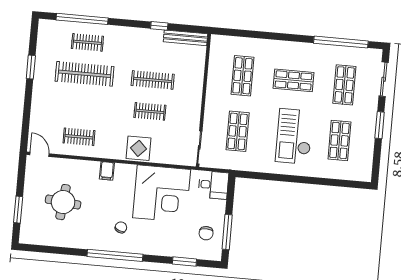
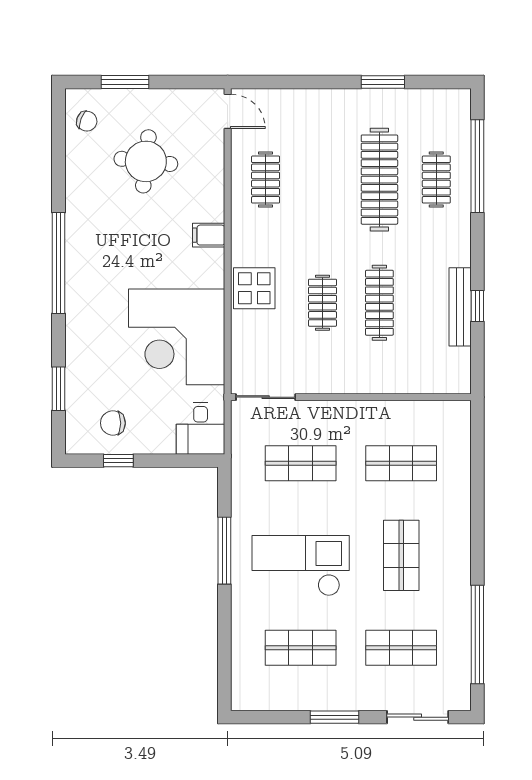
bench: (185, 38) -> (460, 307), moved
door: (39, 154) -> (228, 111), hinge flipped
window: (282, 178) -> (224, 551), added
chair: (121, 227) -> (87, 121), moved
window: (227, 232) -> (118, 461), width x0.46

